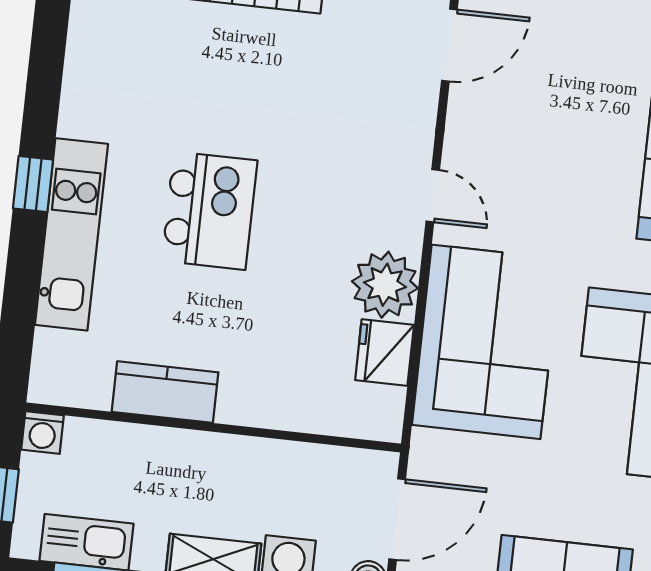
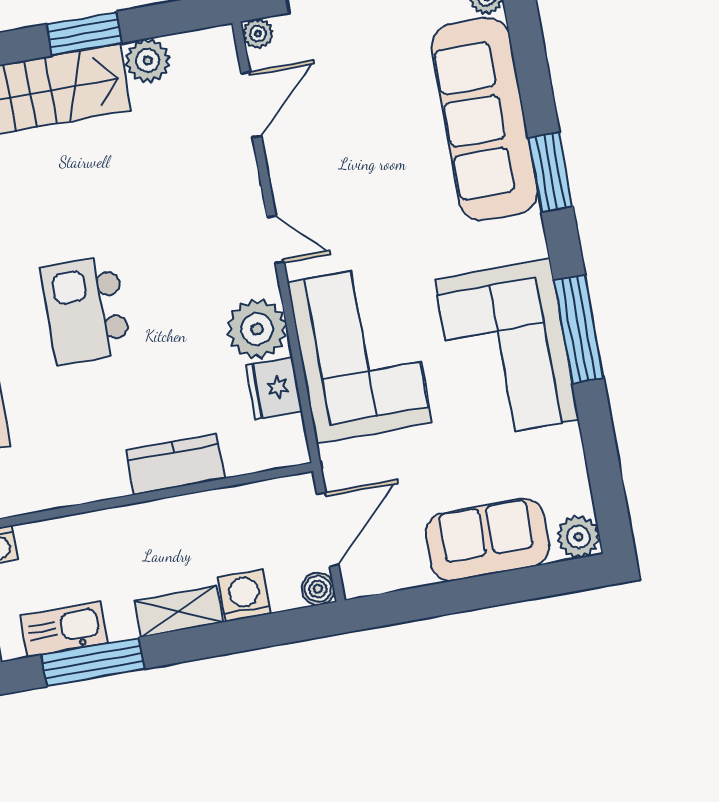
kitchen island: (210, 211) -> (86, 310), turned 180
kitchen counter: (165, 392) -> (175, 464), moved

